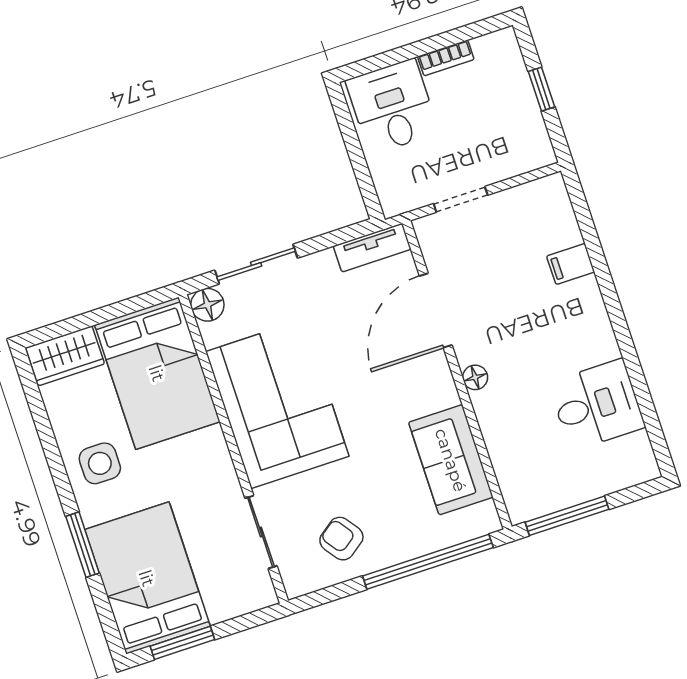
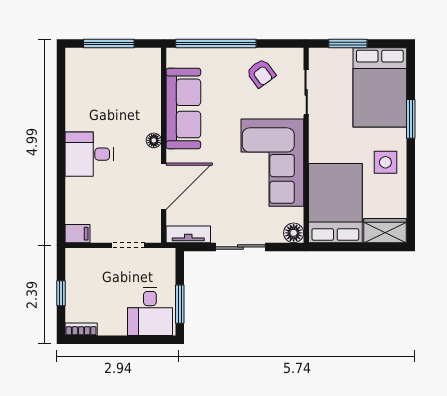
bookcase: (446, 58) -> (81, 329), moved
window: (349, 134) -> (180, 304), added
sliding door: (256, 264) -> (240, 247), moved
filing cabinet: (571, 264) -> (77, 234), moved
desk: (597, 405) -> (89, 154), moved
sofa: (451, 460) -> (183, 108), width x1.36
window: (567, 516) -> (109, 44), moved
window: (182, 643) -> (348, 44), moved

